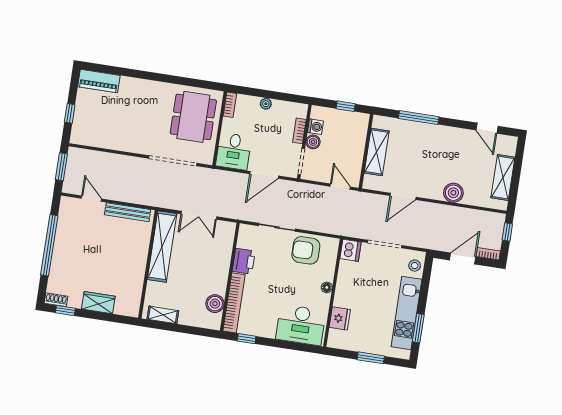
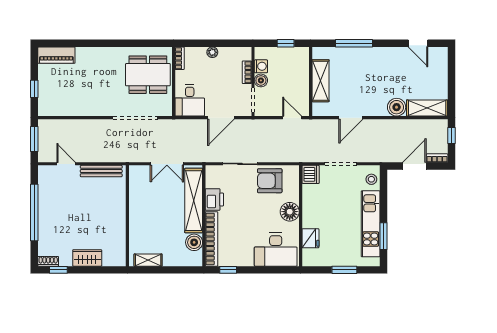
dining table: (193, 117) -> (148, 75), turned 90
shelving: (503, 178) -> (427, 108), moved, turned 90
shelving: (162, 246) -> (194, 201), moved
floor lamp: (327, 287) -> (290, 212), width x1.89, depth x1.89

